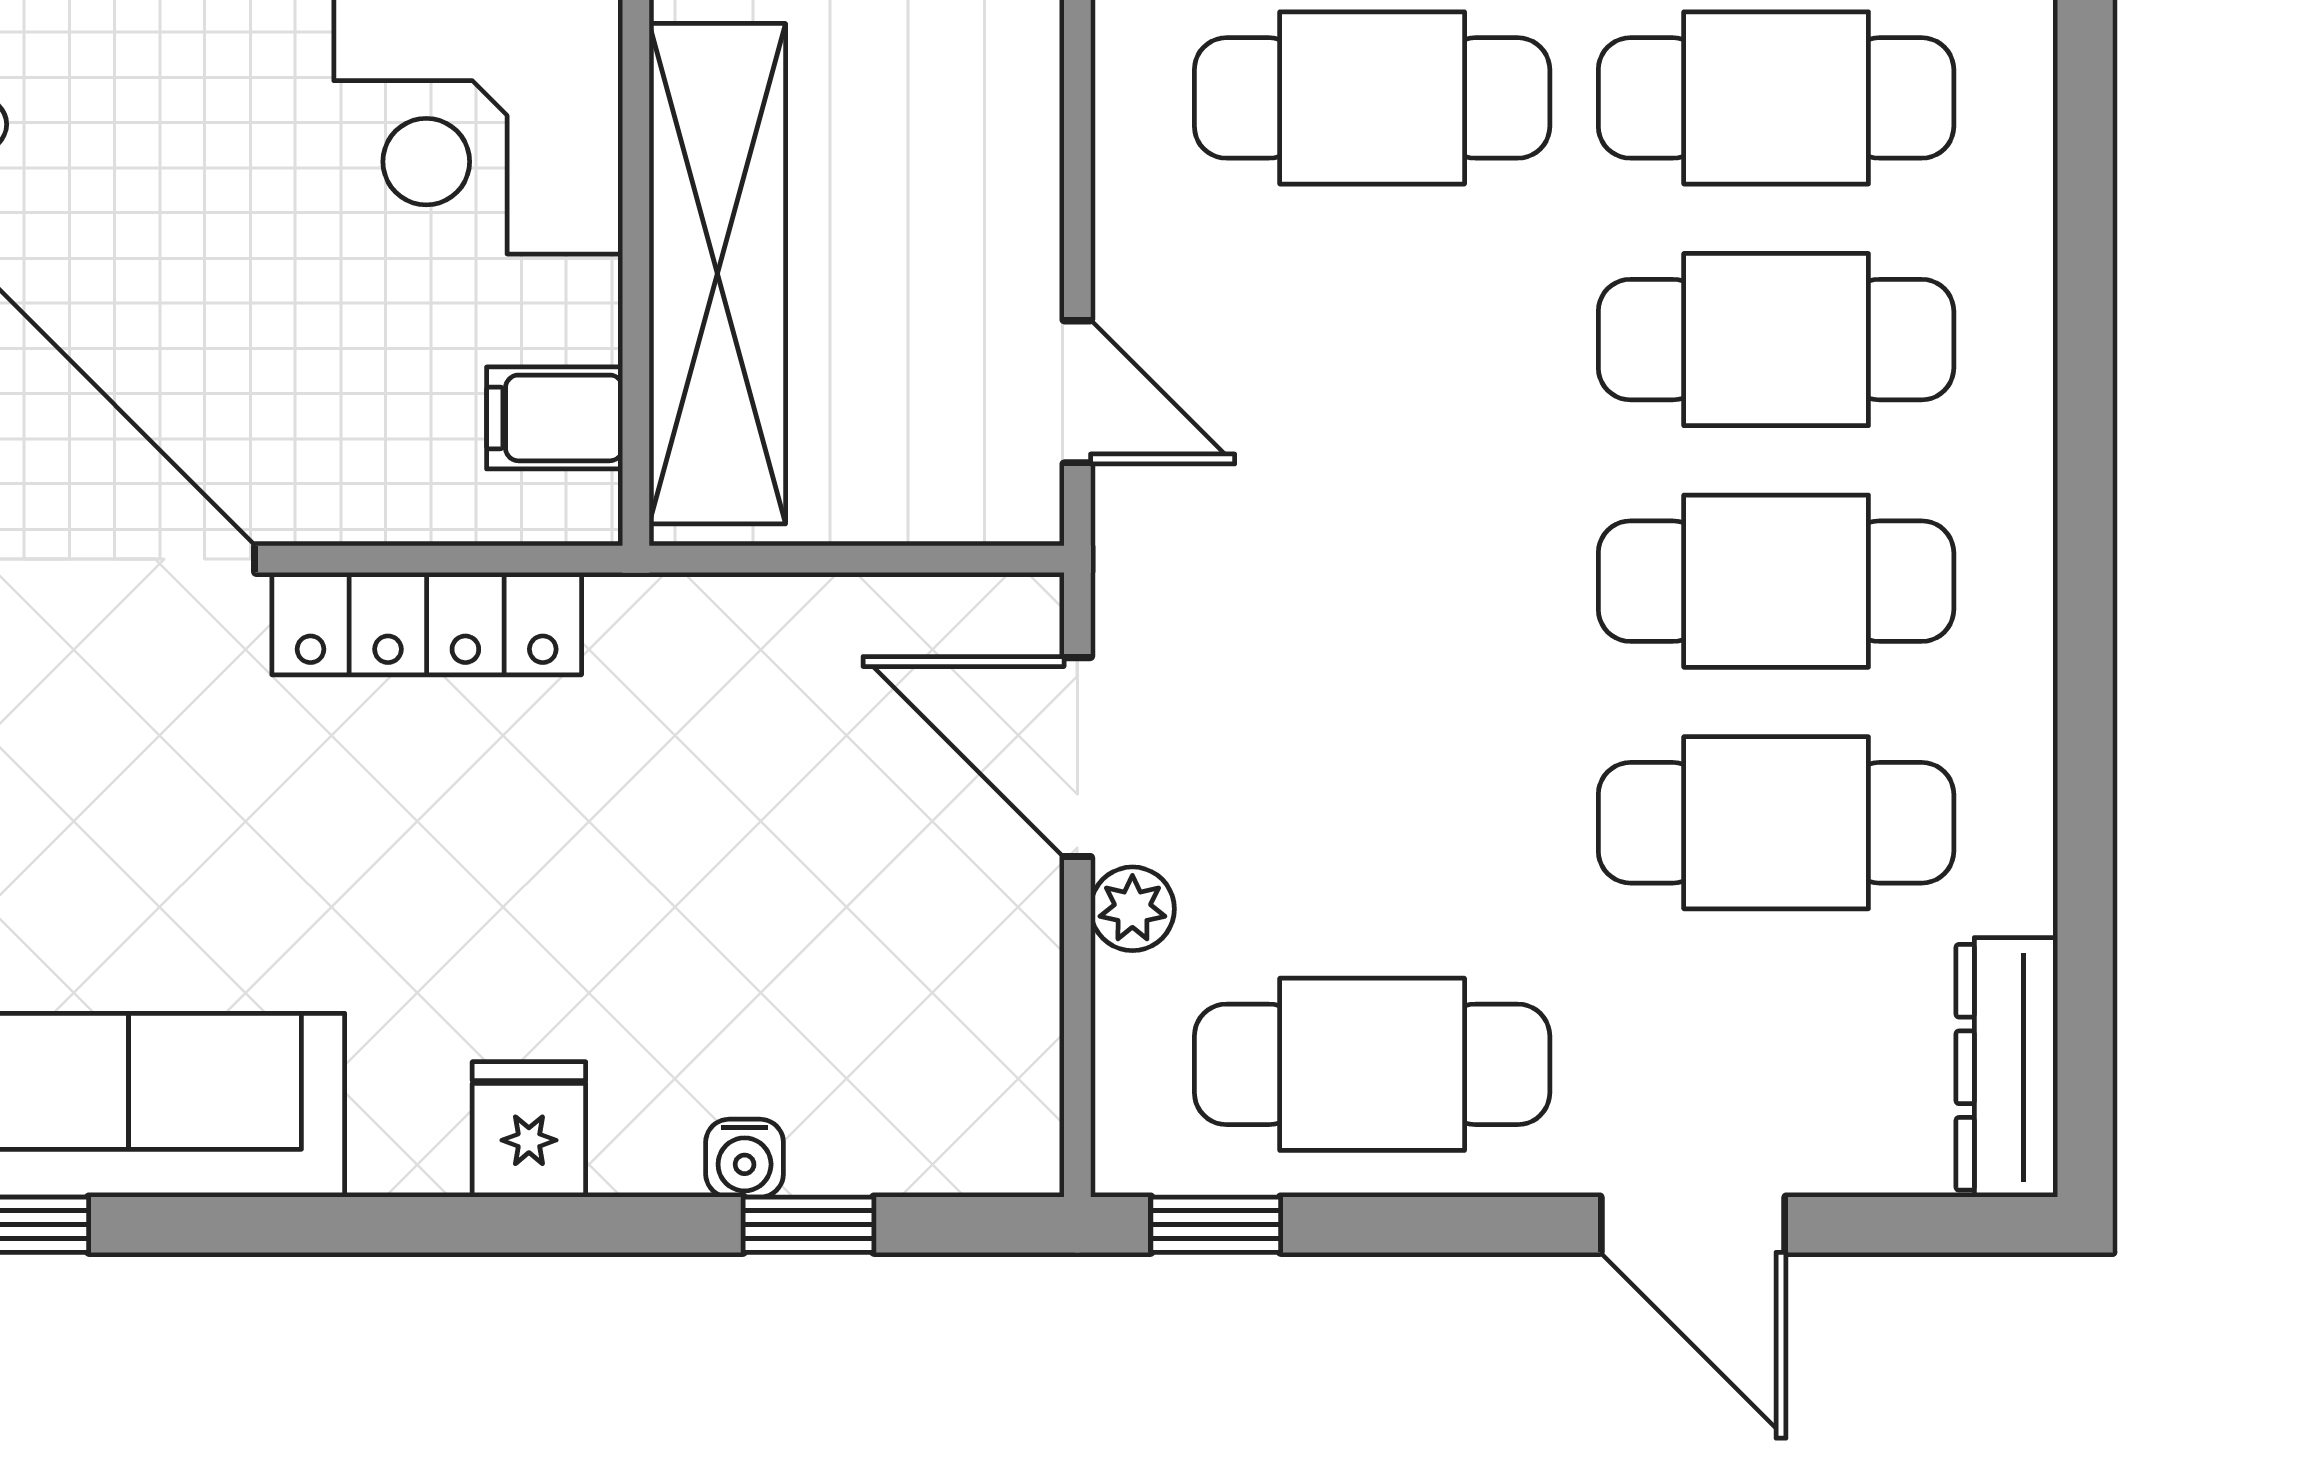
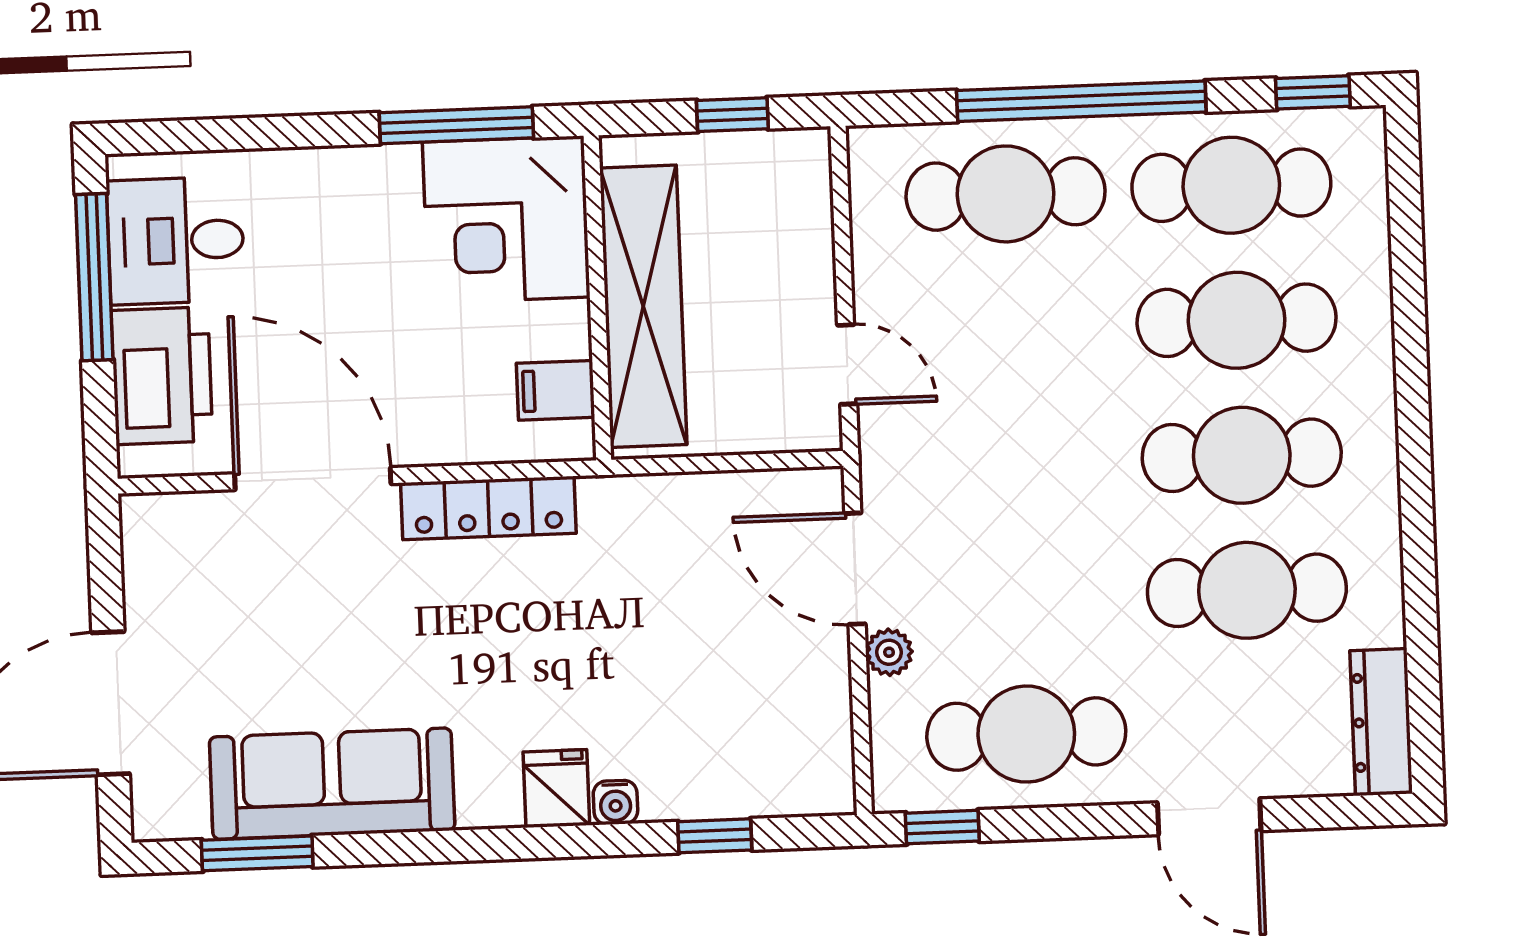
water cooler: (745, 1158) -> (615, 802), moved

